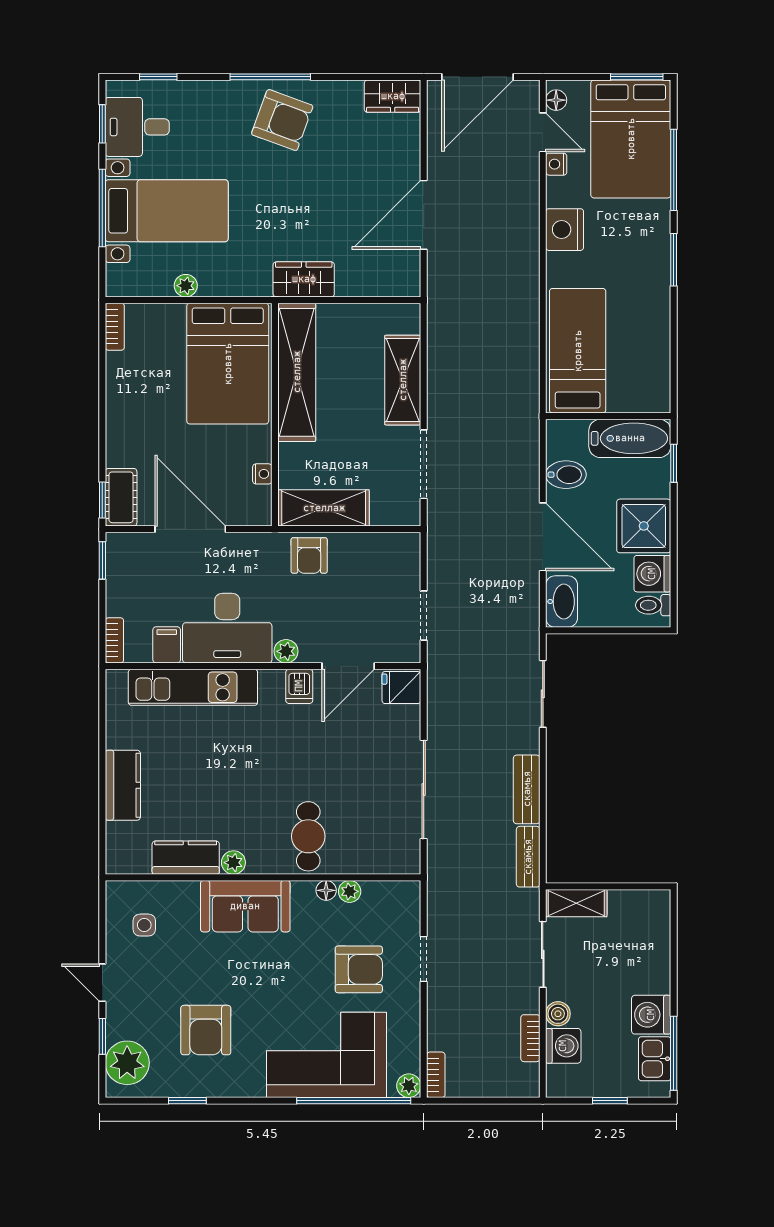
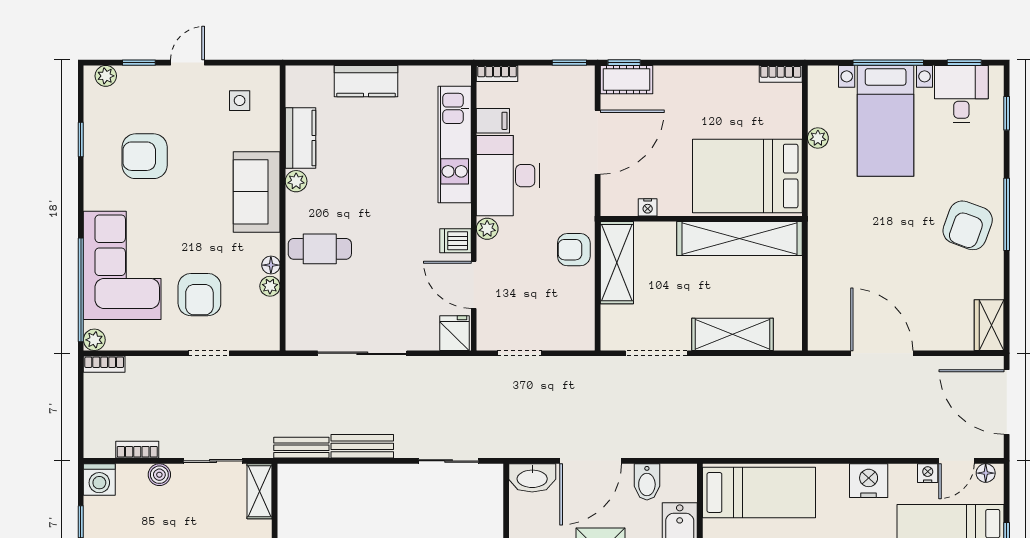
wardrobe: (304, 279) -> (824, 245), removed
washing machine: (563, 1046) -> (99, 479), moved
plant: (127, 1063) -> (106, 76), width x0.53, depth x0.53

